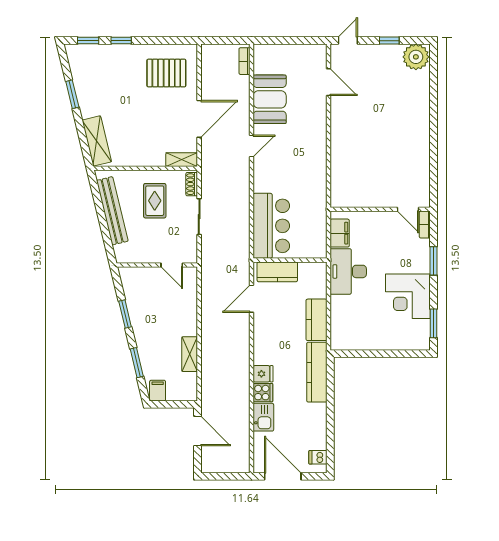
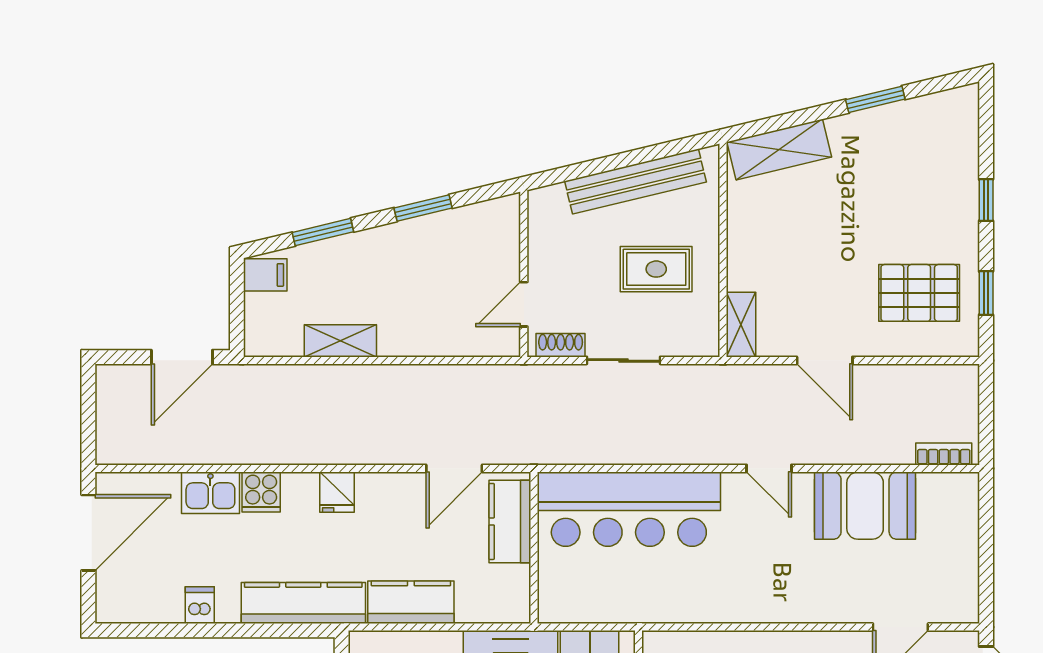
window: (88, 41) -> (986, 293), moved
pallet: (166, 73) -> (919, 293), turned 90
door: (199, 119) -> (825, 360), width x0.73
shoe rack: (192, 184) -> (561, 345), moved
bar counter: (271, 226) -> (629, 509), width x1.36
door: (252, 299) -> (454, 468), swing flipped
fridge: (263, 374) -> (337, 492), moved
dishwasher: (318, 457) -> (200, 605), moved

